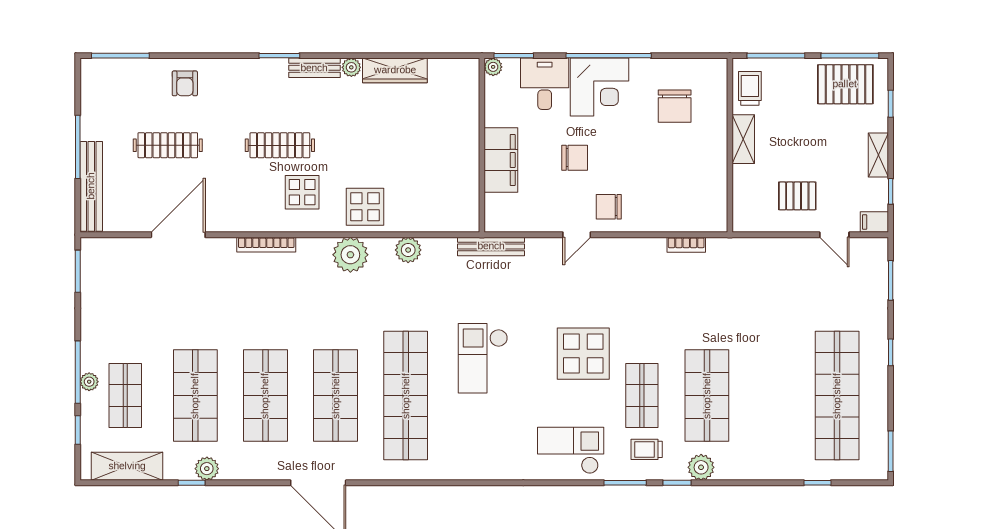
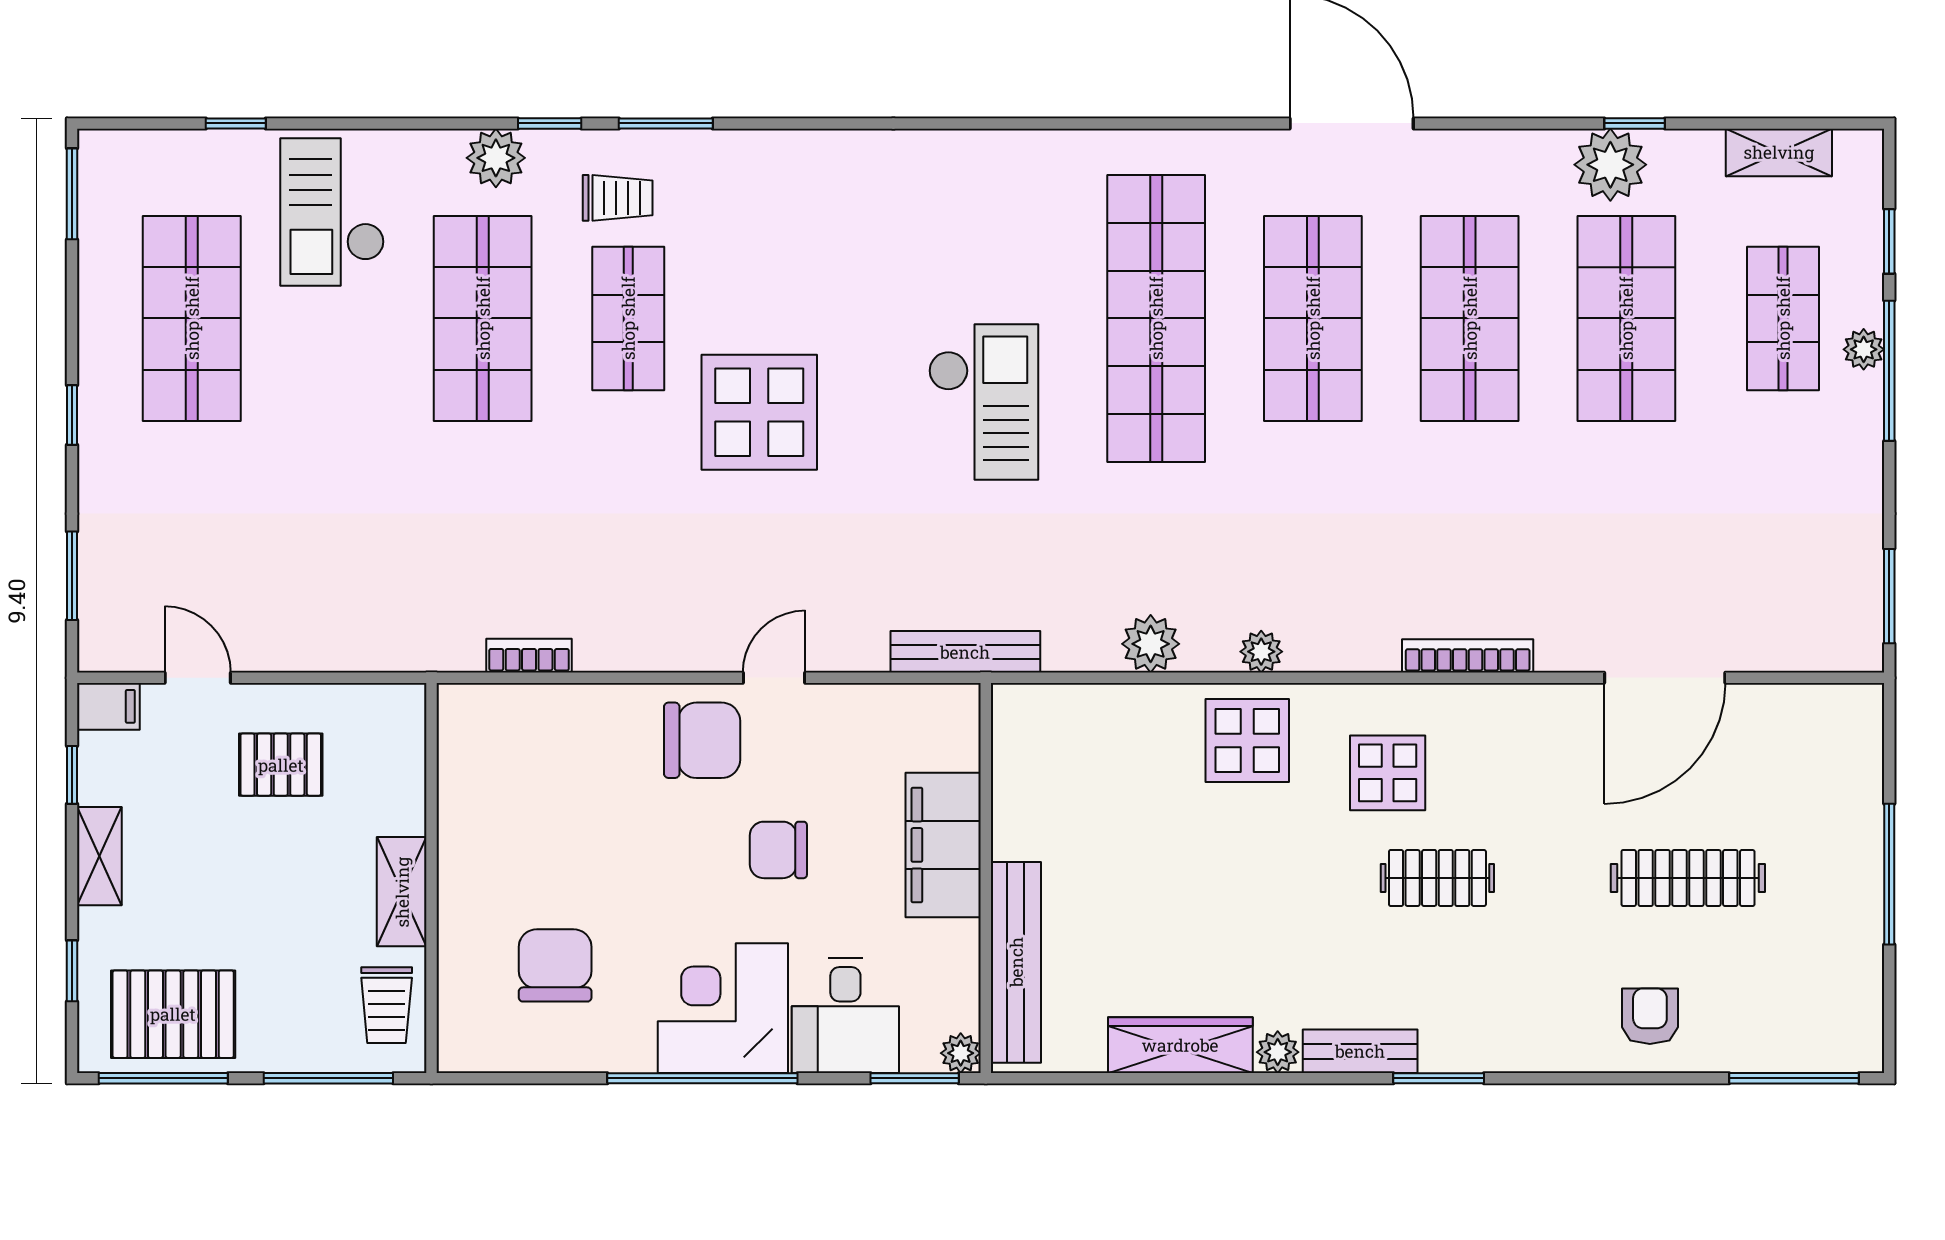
clothes rail: (280, 145) -> (1437, 878), width x0.73
bench: (91, 186) -> (1016, 962), moved
chair: (609, 207) -> (702, 740), width x1.37, depth x1.37
plant: (350, 255) -> (1261, 652), width x0.53, depth x0.53
shop shelf: (837, 396) -> (192, 318), width x0.71
checkout: (571, 450) -> (332, 212), moved, turned 90
shelving: (127, 466) -> (1779, 152), width x0.67, depth x0.75
plant: (207, 469) -> (1610, 165), width x1.36, depth x1.36

